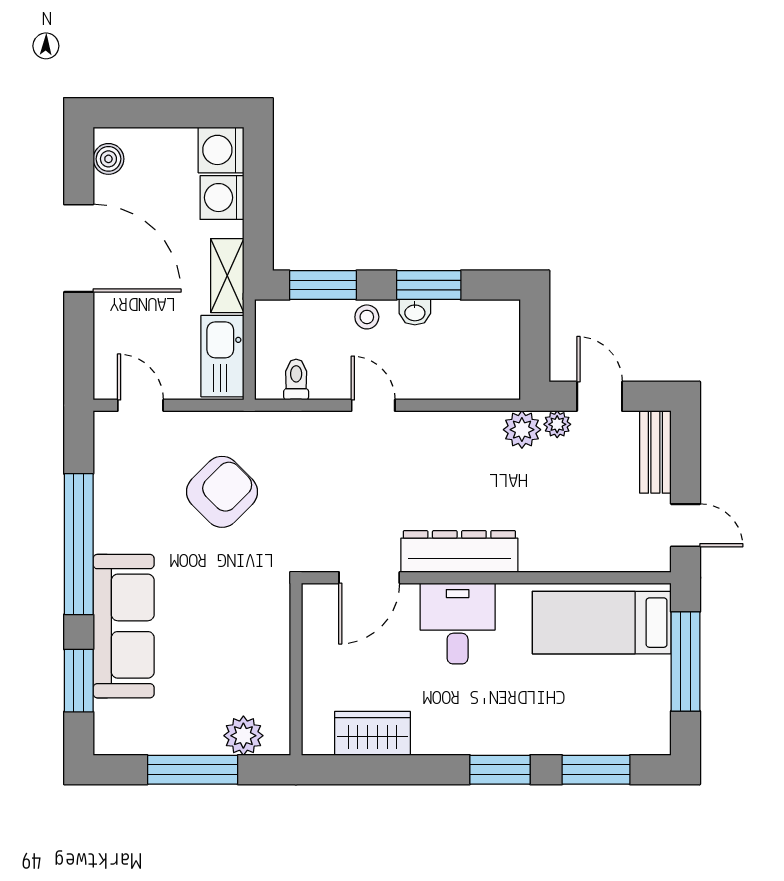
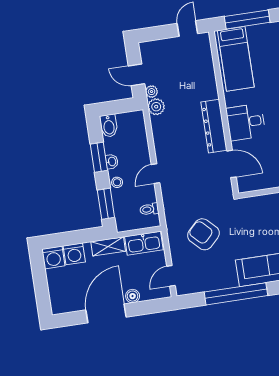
boiler: (108, 159) -> (133, 296), moved
bidet: (495, 318) -> (109, 126), added
door: (600, 396) -> (136, 75), hinge flipped
bench: (655, 452) -> (157, 47), removed

